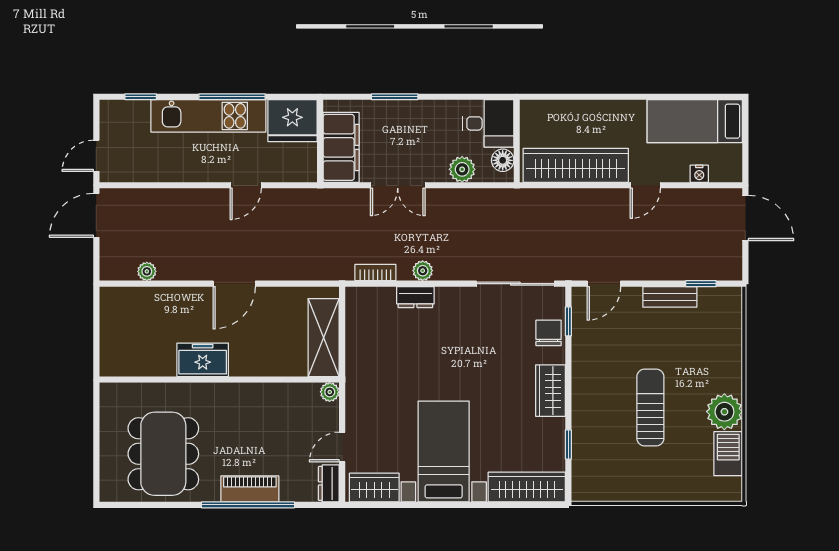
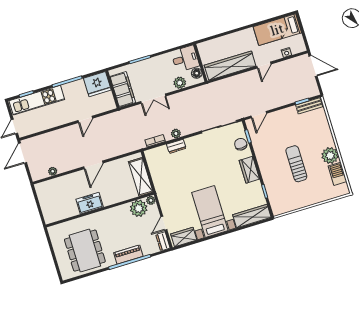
kitchen unit: (208, 116) -> (37, 100), moved
bench: (670, 297) -> (309, 106), moved
plant: (300, 401) -> (139, 208), added

